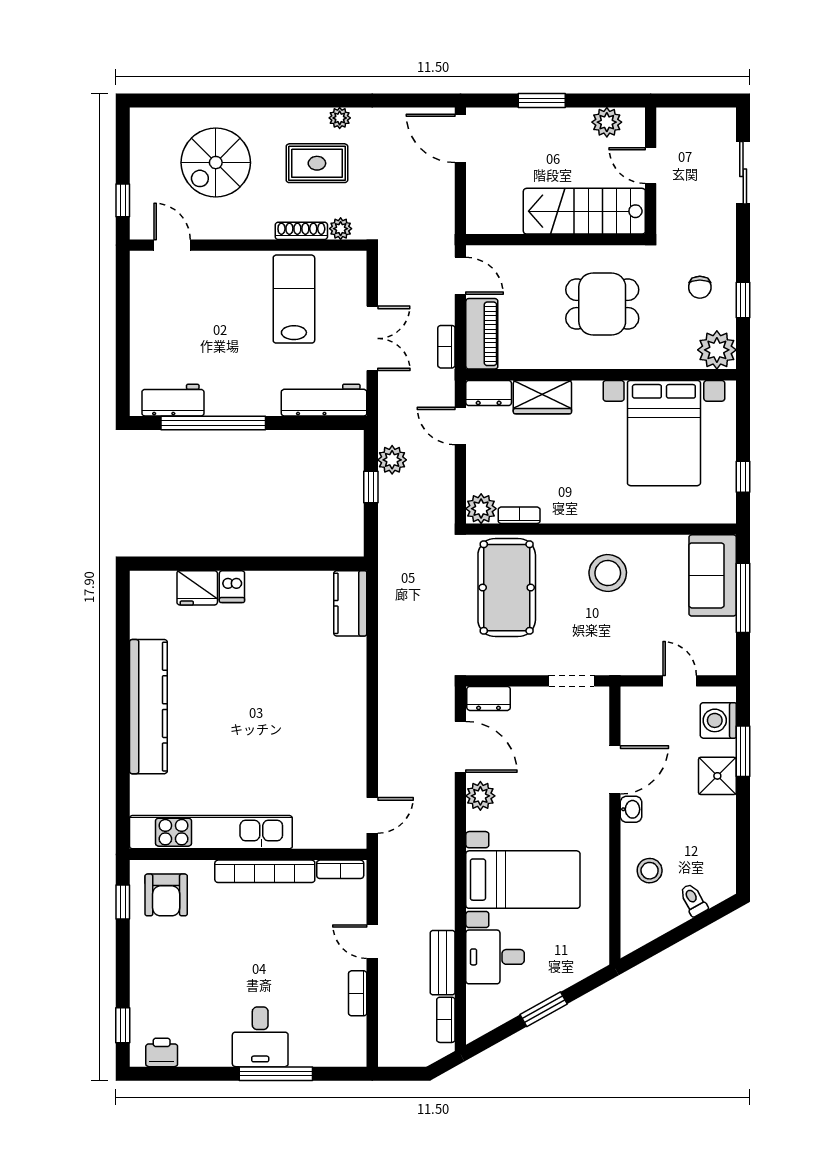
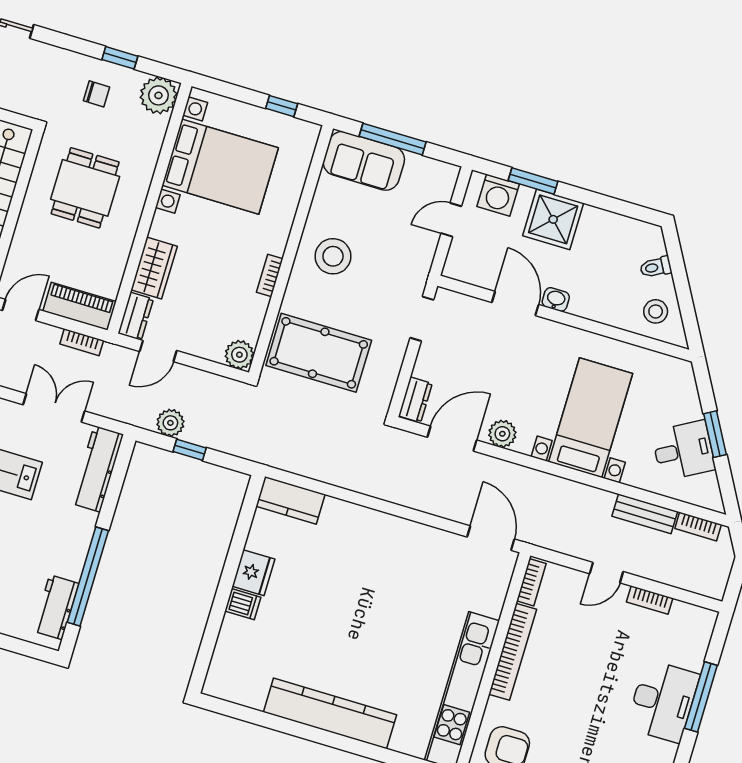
bookcase: (519, 515) -> (270, 276), moved
fridge: (197, 588) -> (253, 573), moved
shower: (717, 776) -> (553, 219), width x1.36, depth x1.36
door: (372, 815) -> (491, 538), width x1.38
stool: (650, 871) -> (656, 311), moved
desk: (495, 957) -> (683, 450), moved, turned -119
desk: (260, 1037) -> (663, 701), width x1.37

